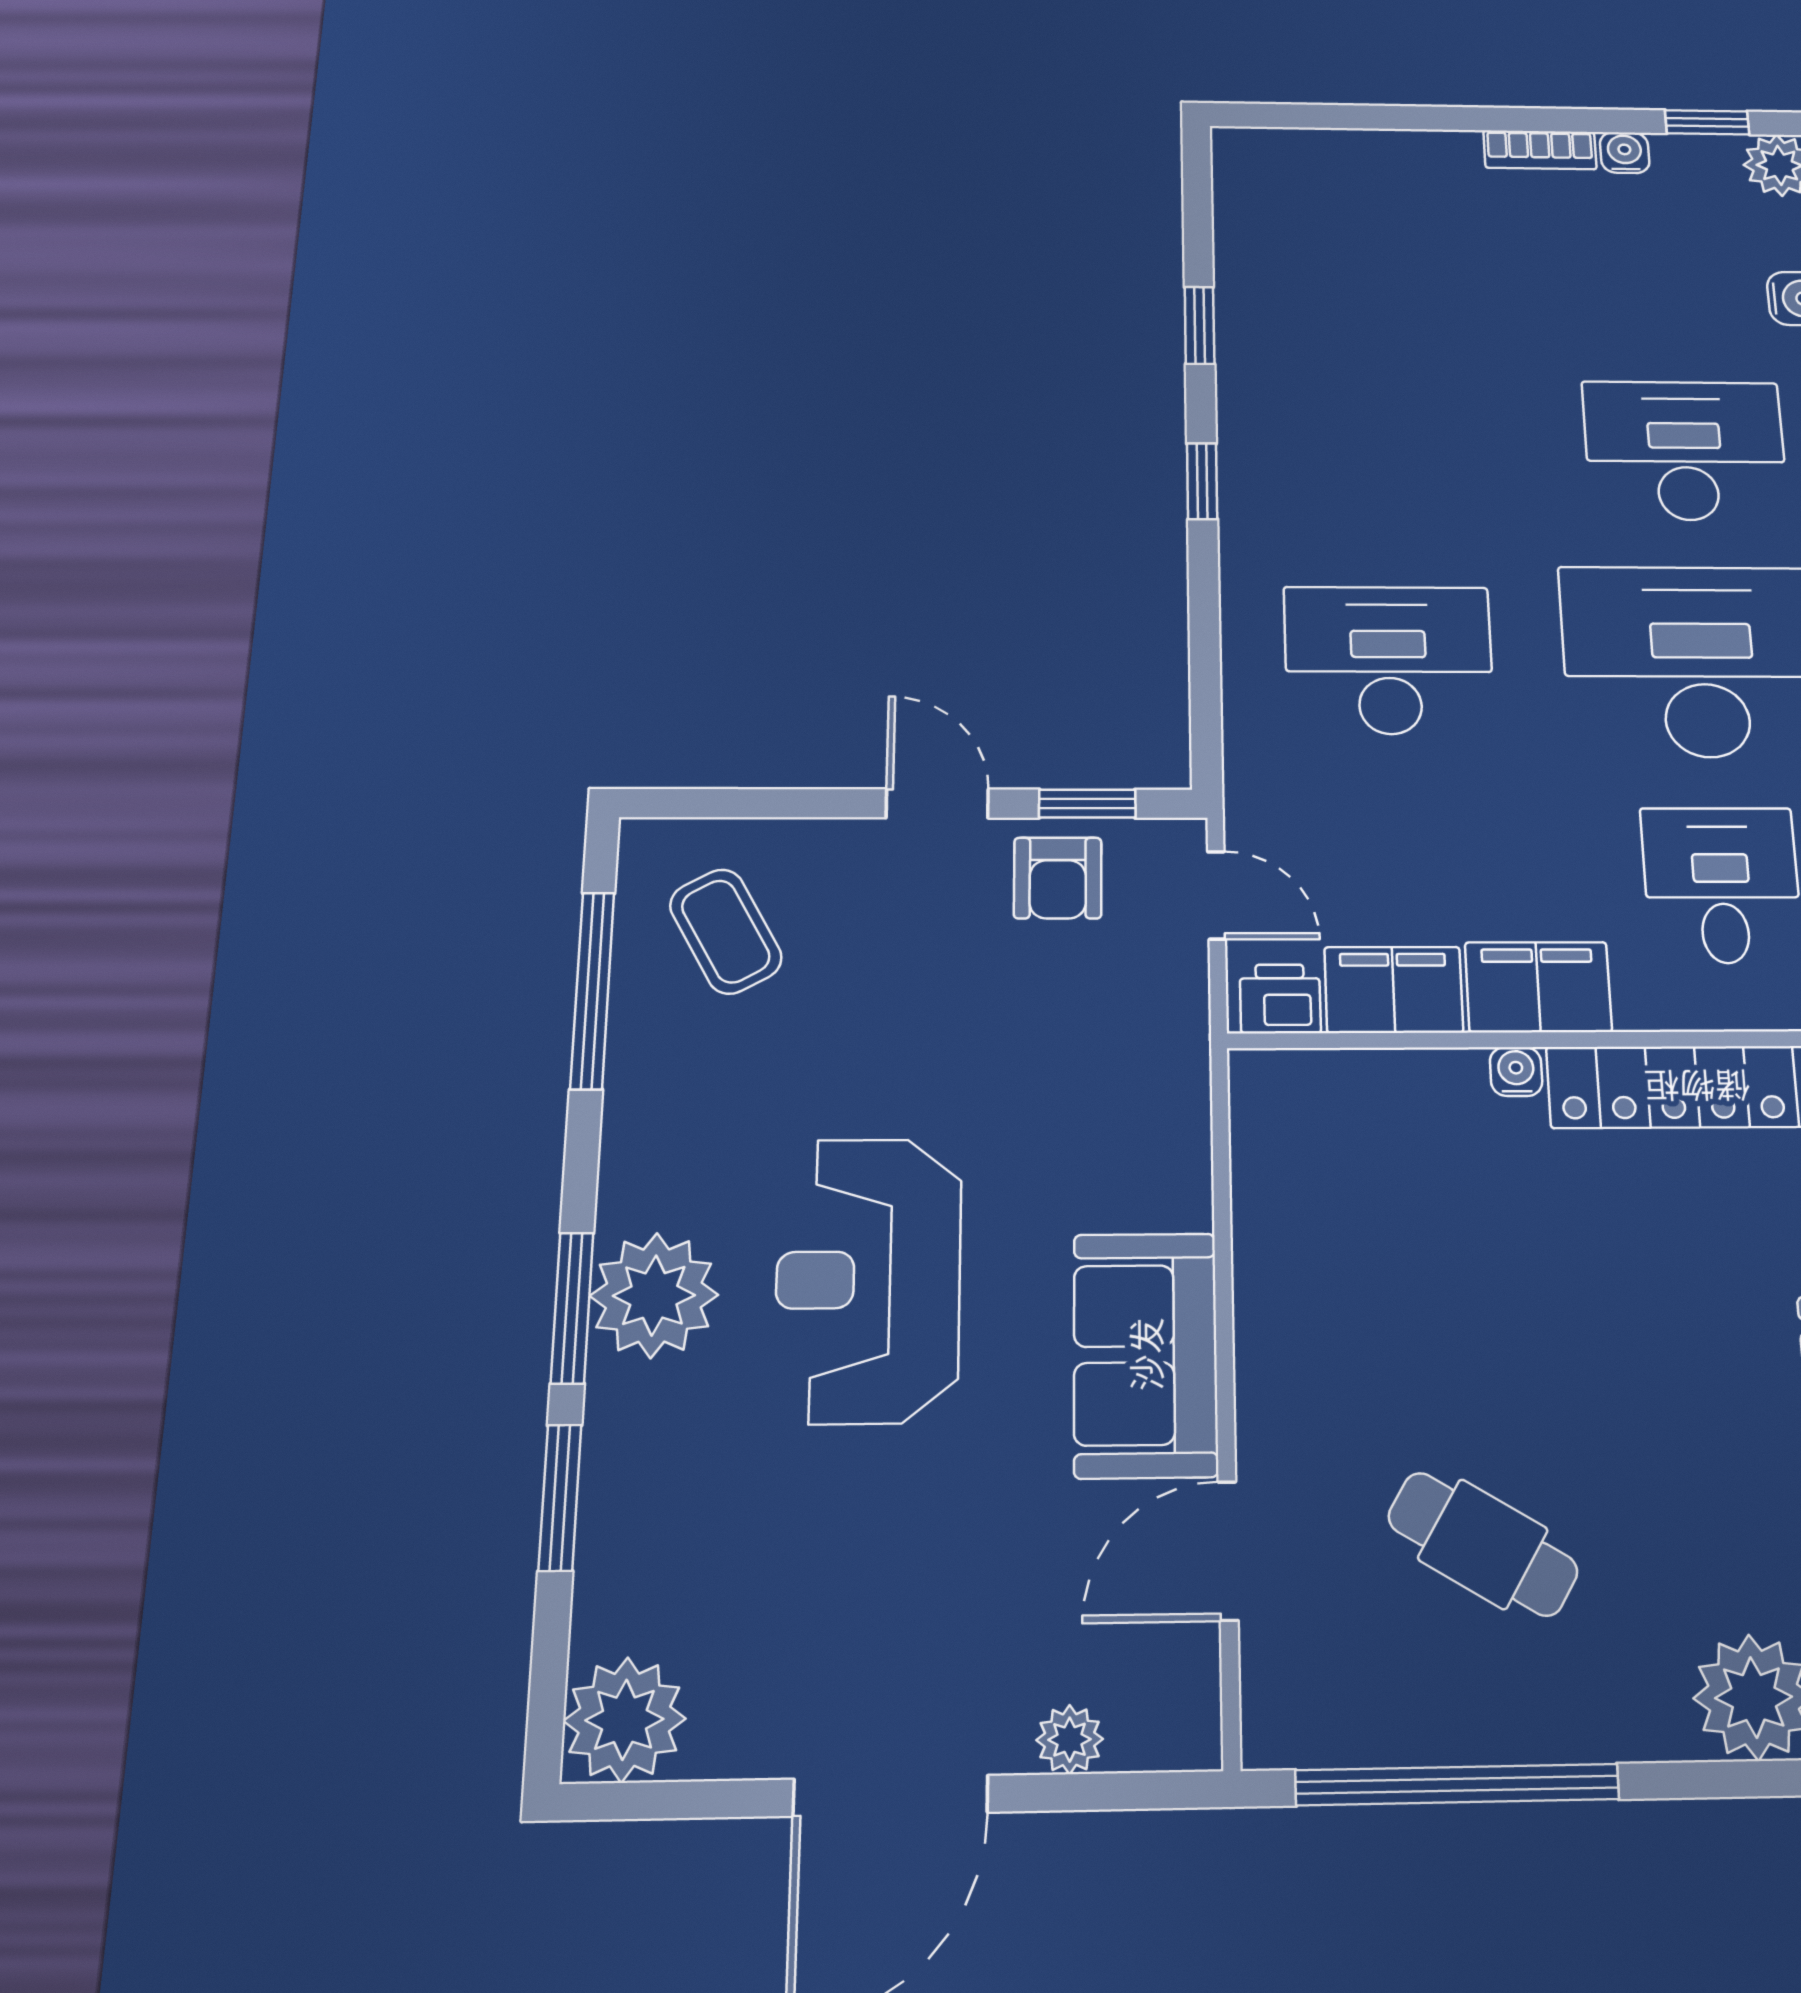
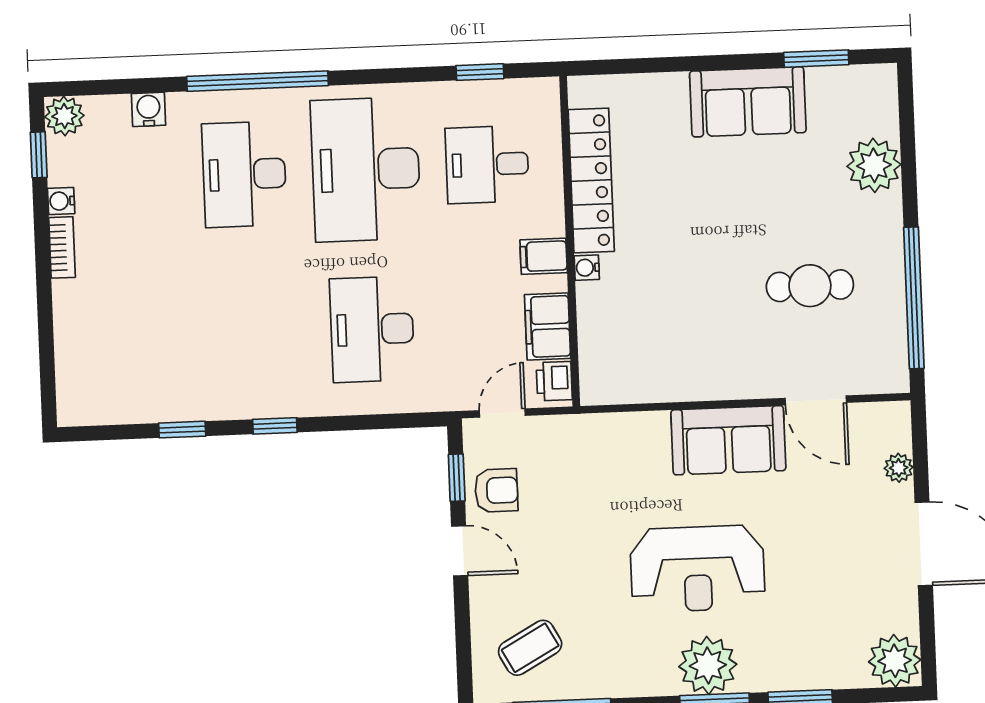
door: (937, 803) -> (460, 551), swing flipped
filing cabinet: (1538, 987) -> (544, 256), width x0.50
cafe table: (1483, 1544) -> (810, 286), turned 59

